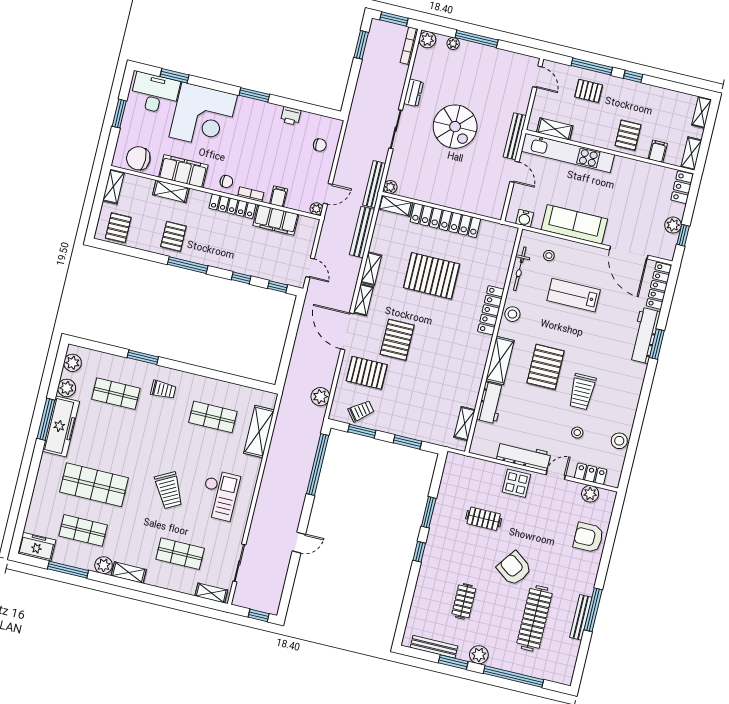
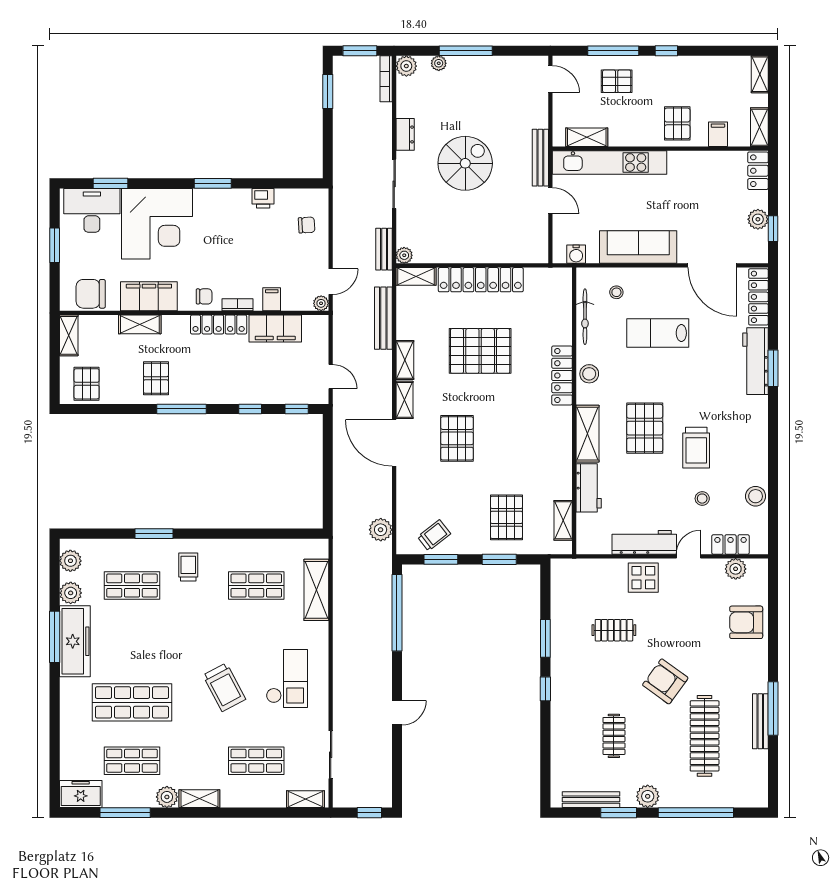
spiral stairs: (455, 127) -> (465, 163), turned -90
bench: (374, 184) -> (384, 249), width x0.73
pallet: (367, 373) -> (506, 517), moved, turned 90
trolley: (163, 390) -> (188, 567), turned -90

